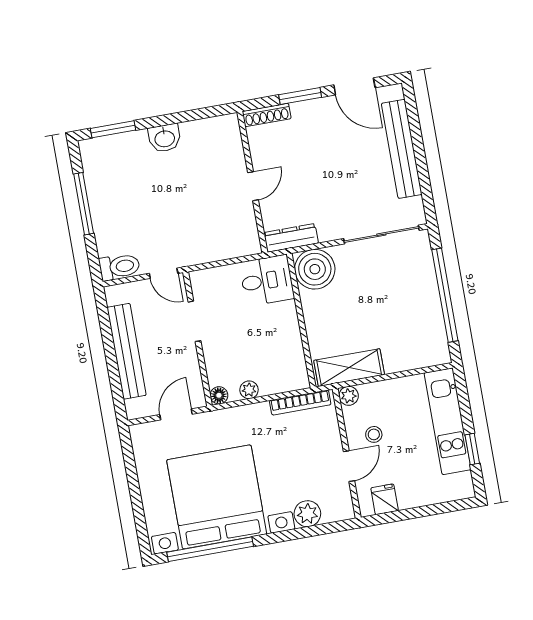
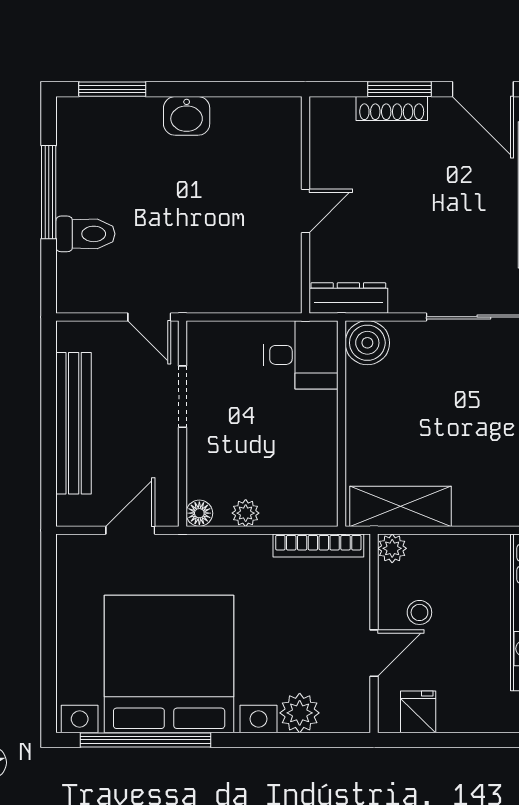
shoe rack: (267, 115) -> (392, 109), moved
toilet: (120, 267) -> (85, 234), moved
boiler: (315, 269) -> (367, 343), width x0.73, depth x0.73

